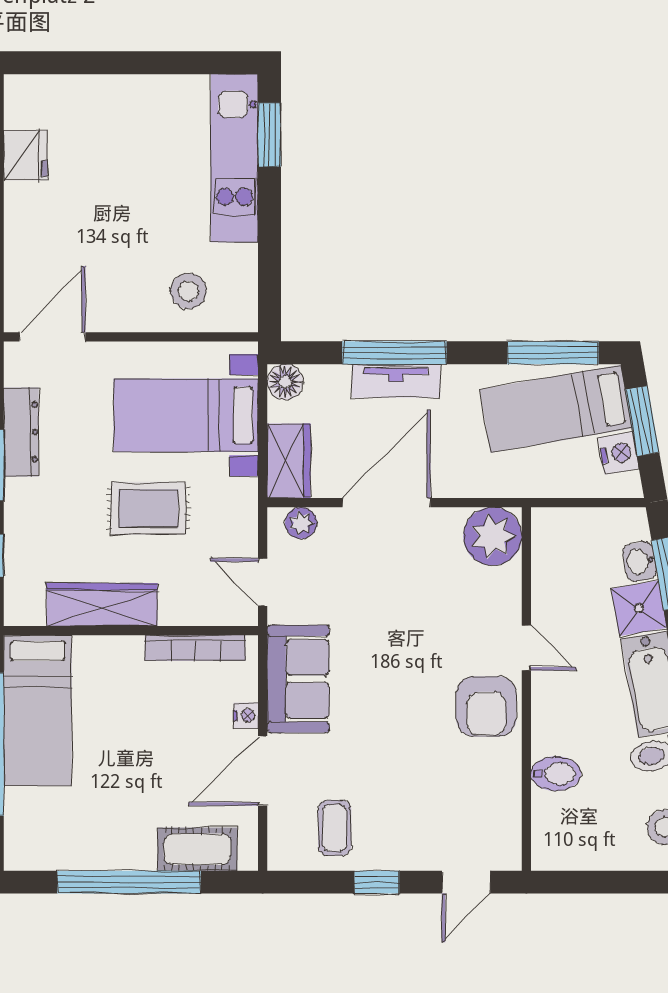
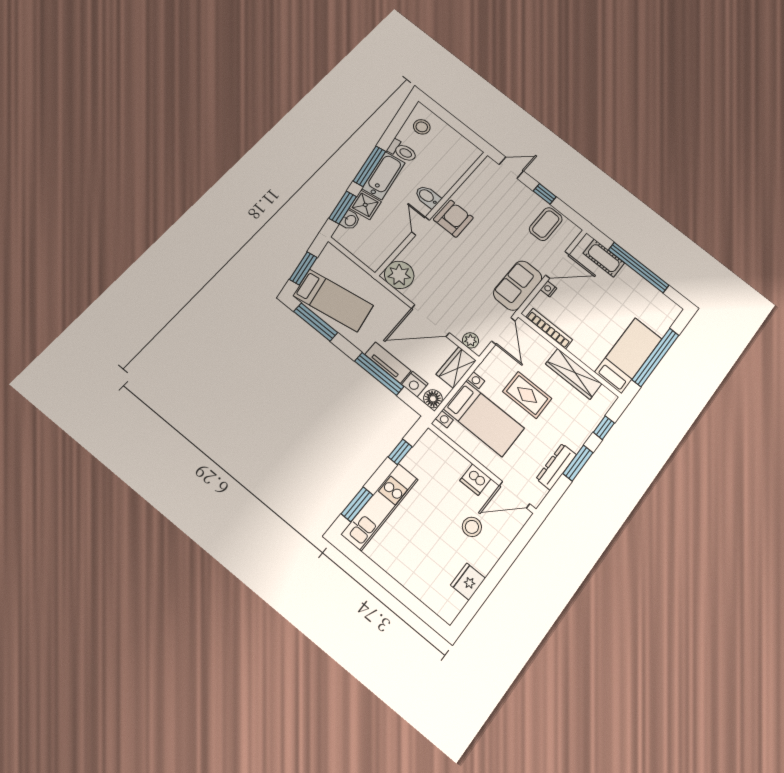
window: (270, 261) -> (400, 452), added
stool: (188, 291) -> (472, 527), moved
dishwasher: (127, 312) -> (475, 480), added
nightstand: (619, 453) -> (415, 384), moved, turned -80
door: (263, 582) -> (503, 331), width x1.38
bidet: (556, 774) -> (428, 197), moved
coffee table: (335, 828) -> (546, 224), width x1.36, depth x1.30

